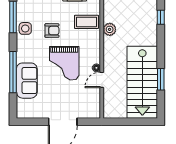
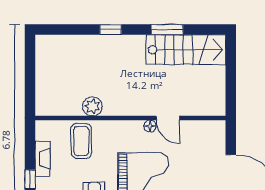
window: (161, 17) -> (111, 30), moved
stairs: (142, 82) -> (186, 50), width x0.73, depth x0.66

